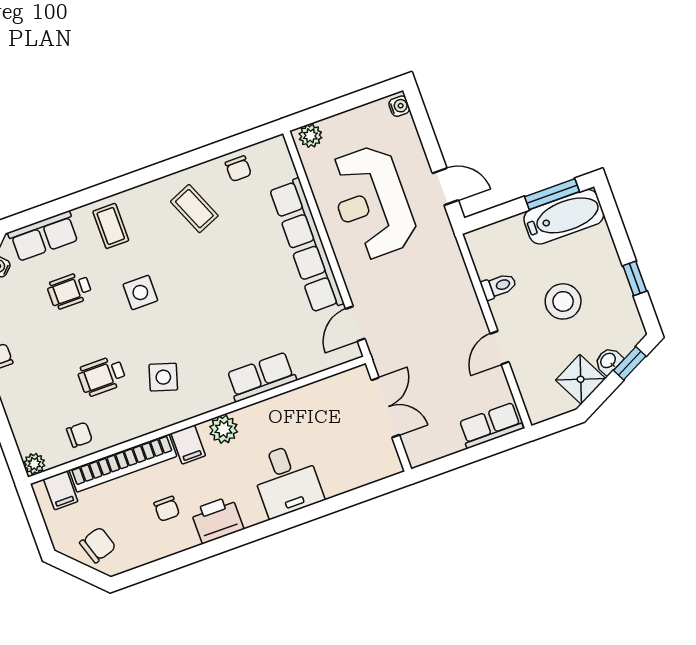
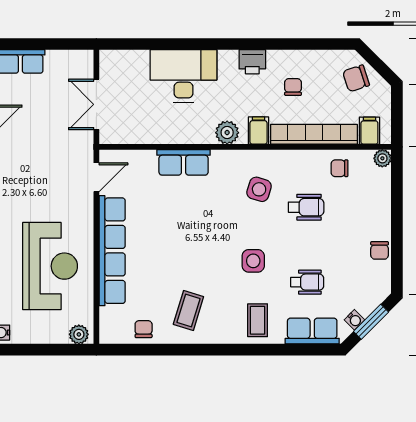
coffee table: (194, 209) -> (188, 311), turned 40
desk: (287, 480) -> (184, 76), width x1.37
printer: (217, 520) -> (252, 62), width x0.73, depth x0.81

